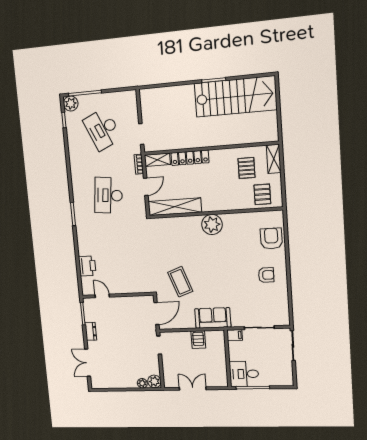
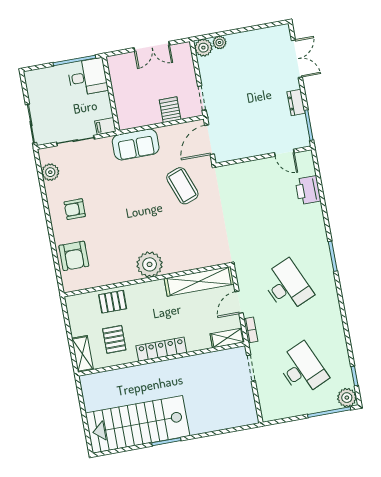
locker: (190, 158) -> (161, 349), moved
pallet: (262, 194) -> (113, 302), moved, turned 90
desk: (108, 195) -> (287, 286), turned -30
plant: (282, 306) -> (50, 172), added
server rack: (198, 340) -> (170, 110), moved

